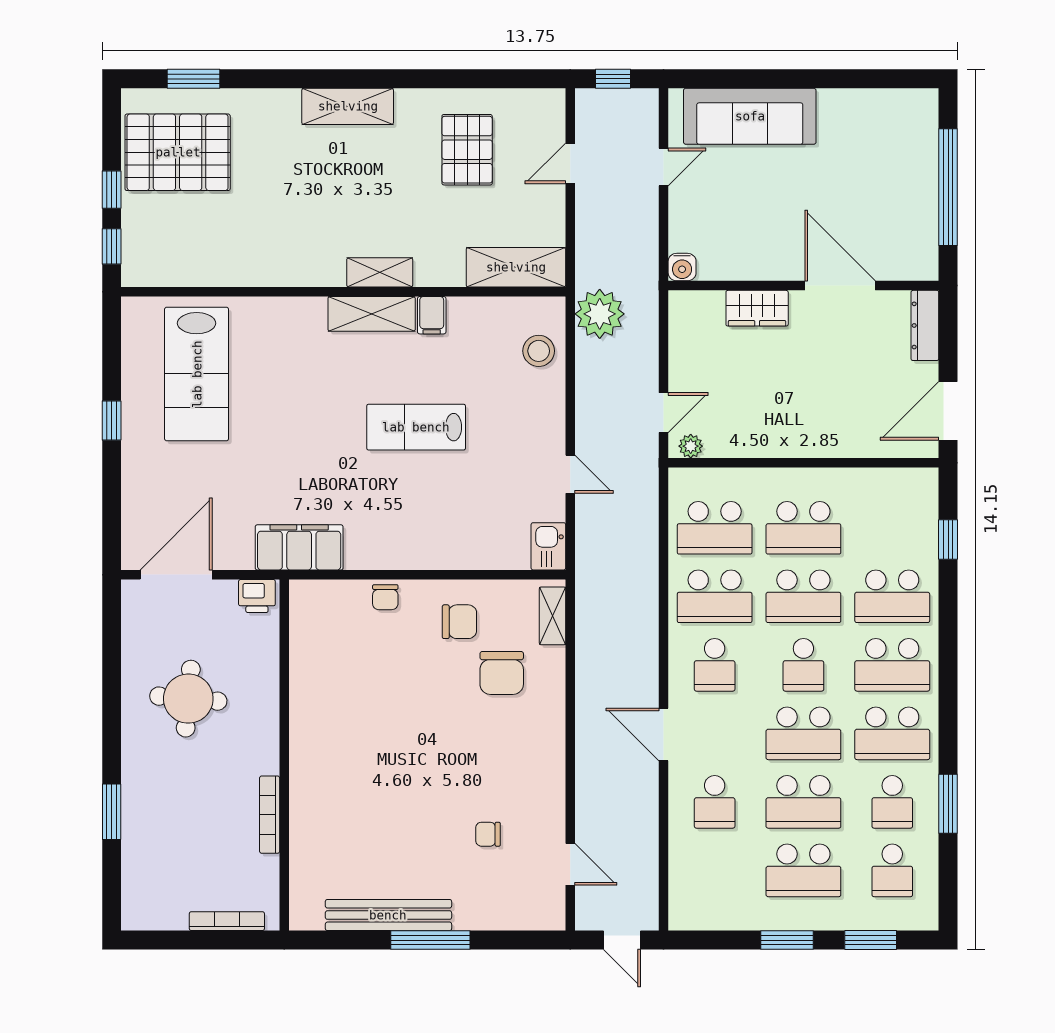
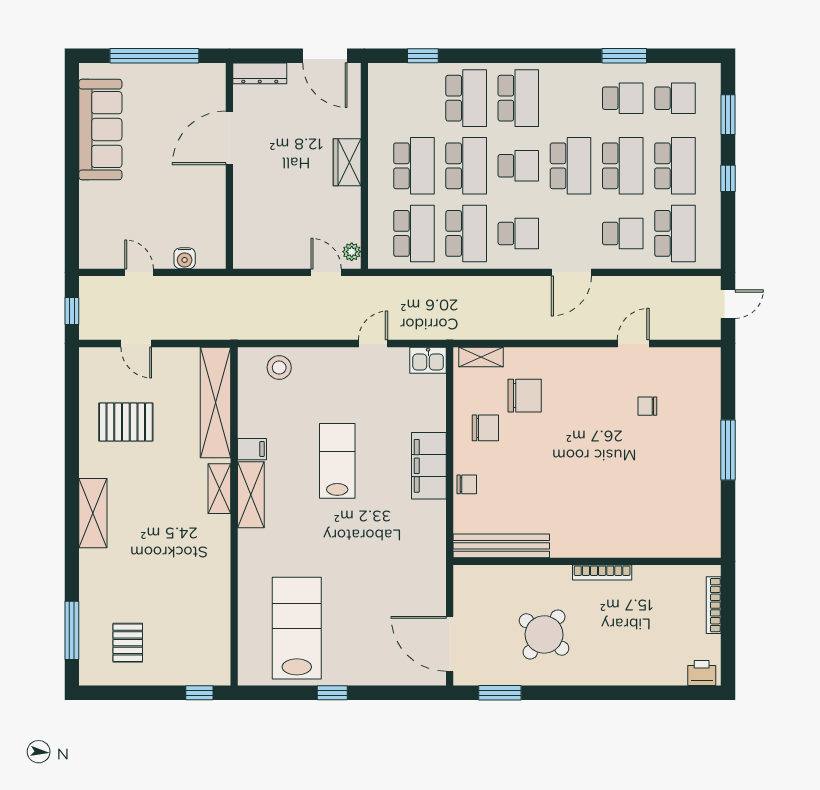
window: (194, 79) -> (72, 630), width x1.44
sofa: (750, 116) -> (100, 130), moved
pallet: (178, 152) -> (128, 643), width x0.49, depth x0.50
window: (112, 190) -> (156, 693), removed
shelving: (516, 267) -> (215, 403), width x1.47
water cooler: (682, 267) -> (185, 258), moved, turned 90
wardrobe: (757, 308) -> (347, 162), moved, turned 180
plant: (600, 314) -> (251, 321), removed
lab bench: (197, 374) -> (297, 628), turned -90
lab bench: (416, 427) -> (337, 461), turned 180
filing cabinet: (299, 547) -> (429, 466), moved
printer: (257, 596) -> (702, 673), moved, turned -90
chair: (459, 622) -> (485, 428), turned 90
round table: (188, 699) -> (544, 634), turned 33
school desk: (892, 733) -> (675, 233), moved
window: (112, 812) -> (500, 693), moved
bookcase: (270, 815) -> (602, 572), moved
chair: (488, 834) -> (647, 406), turned 90
door: (570, 864) -> (633, 343), moved
bench: (388, 915) -> (501, 546), moved, turned 90
window: (787, 940) -> (728, 178), width x0.67

